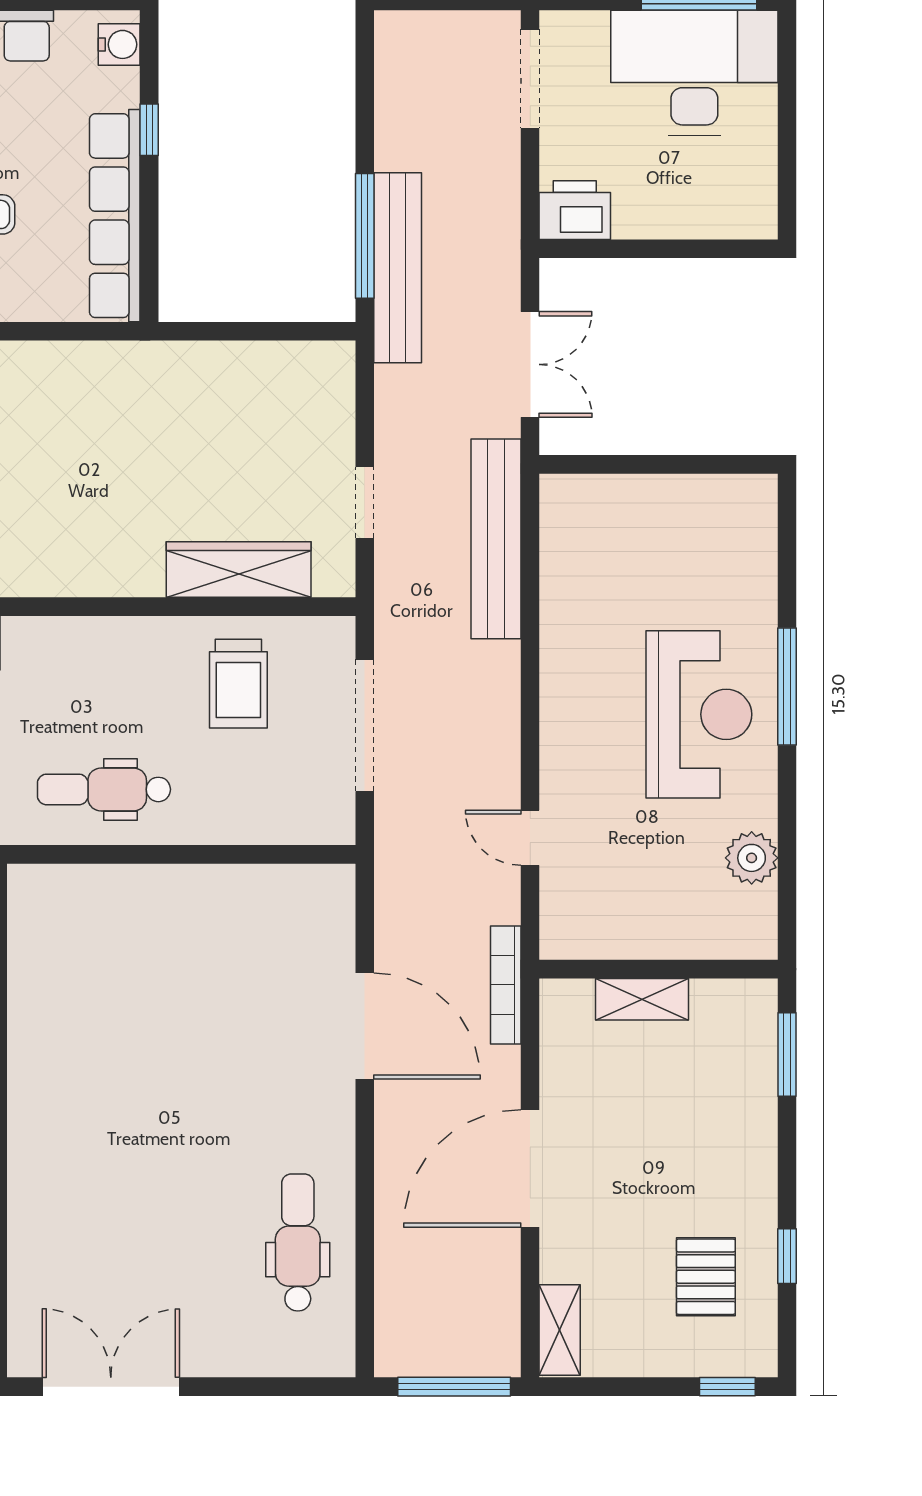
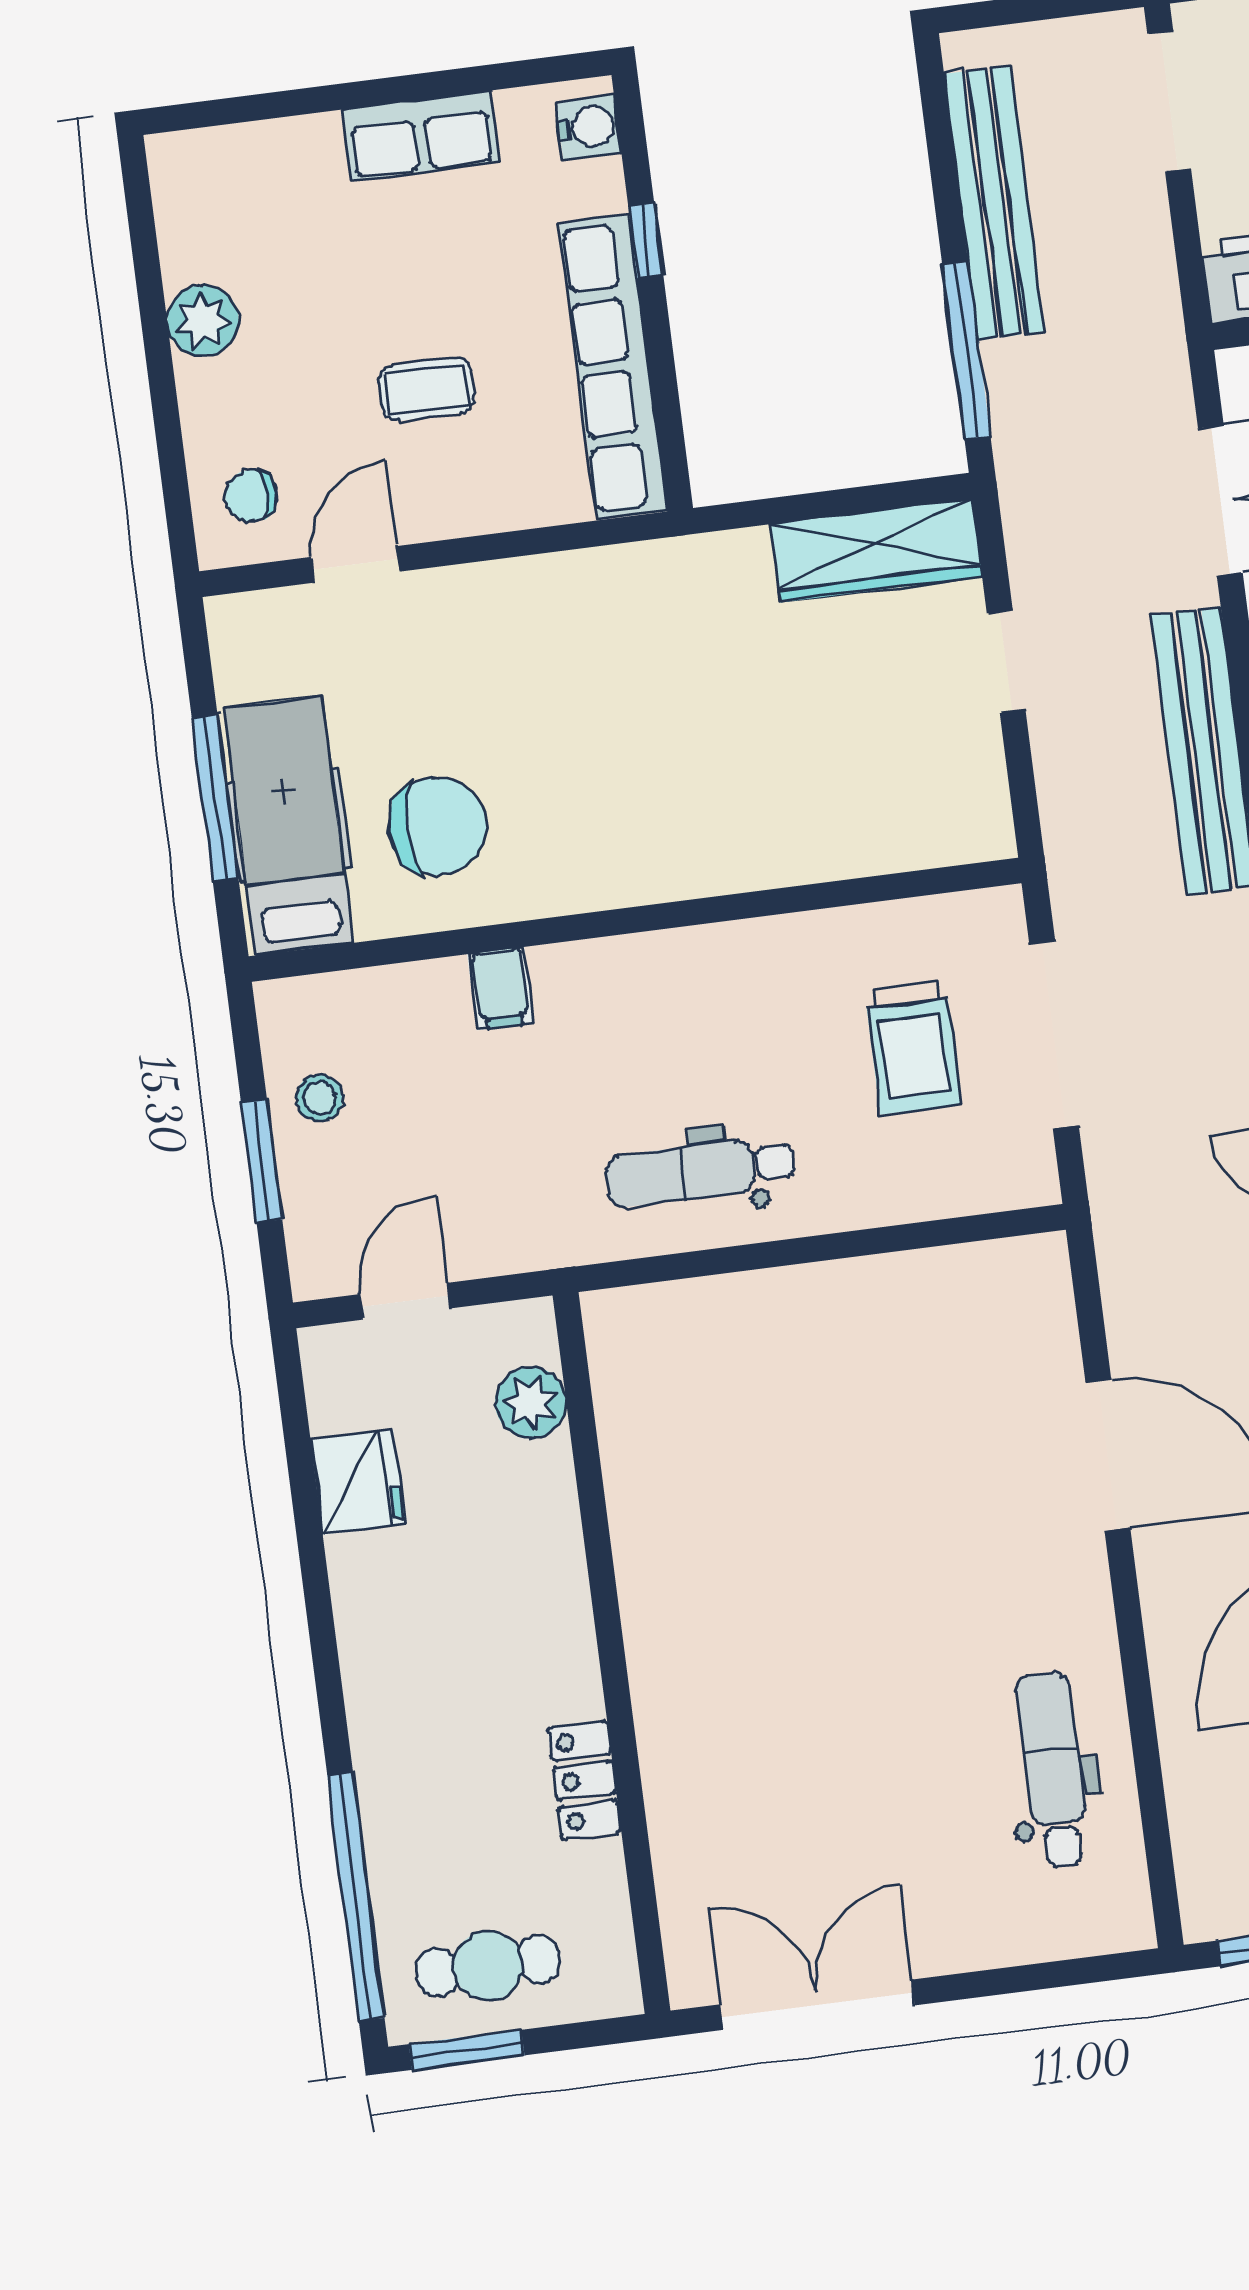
bench: (398, 268) -> (994, 203), moved
doorway: (365, 503) -> (1006, 662), moved
wardrobe: (239, 570) -> (876, 550), moved, turned 180
trolley: (238, 684) -> (913, 1047), moved

